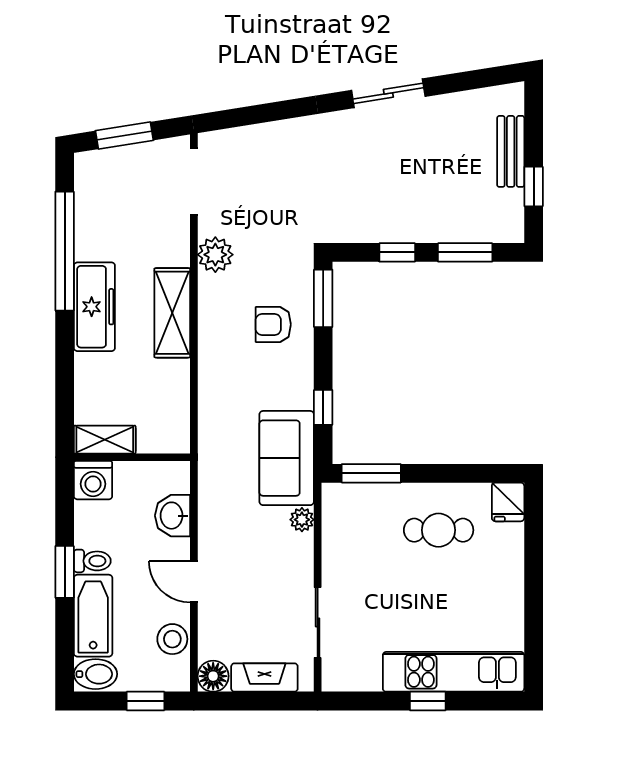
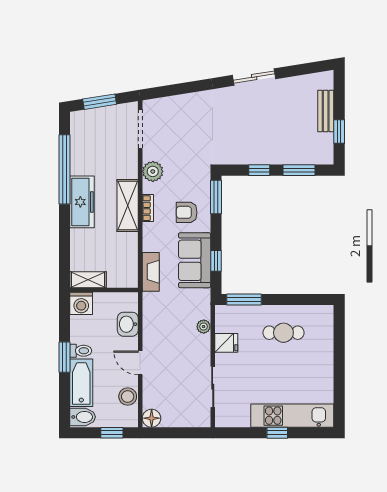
bookcase: (207, 317) -> (148, 208), added
sofa: (287, 458) -> (195, 260), moved
fridge: (508, 502) -> (226, 343), moved, turned -90
fireplace: (264, 678) -> (151, 272), moved, turned 90

